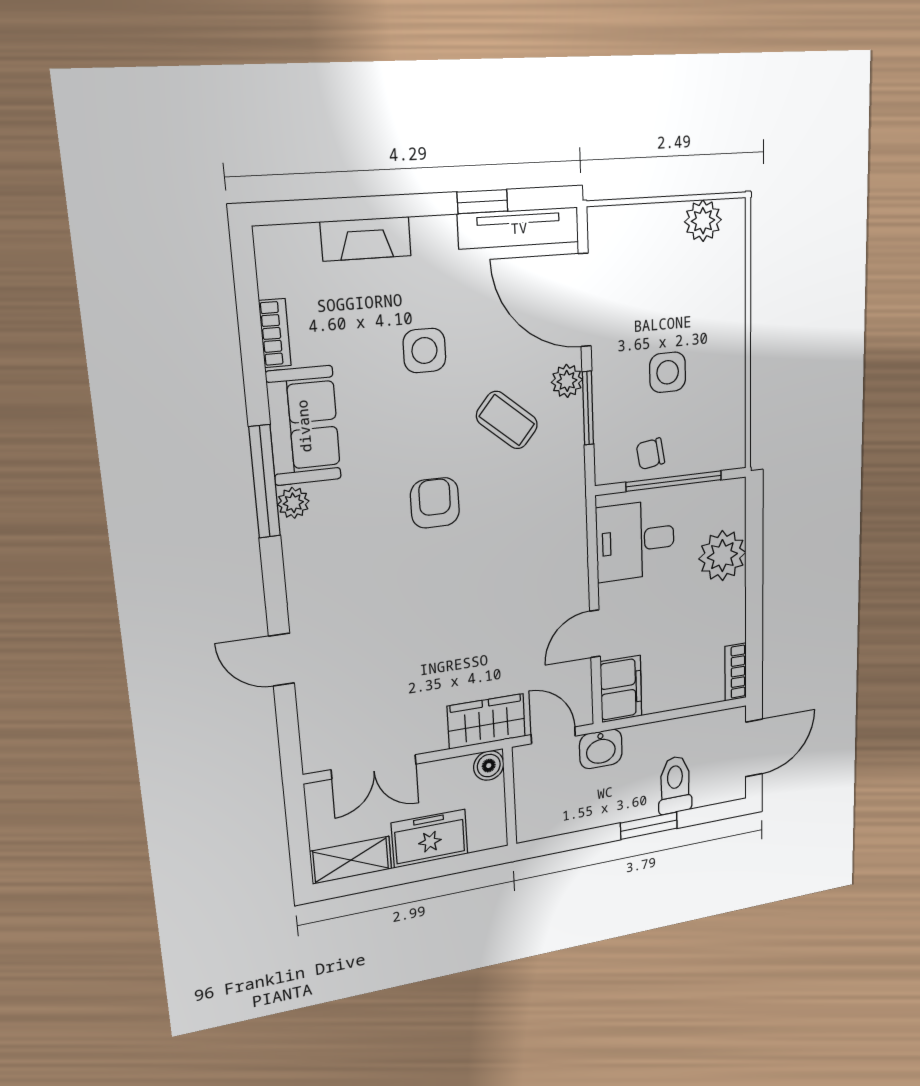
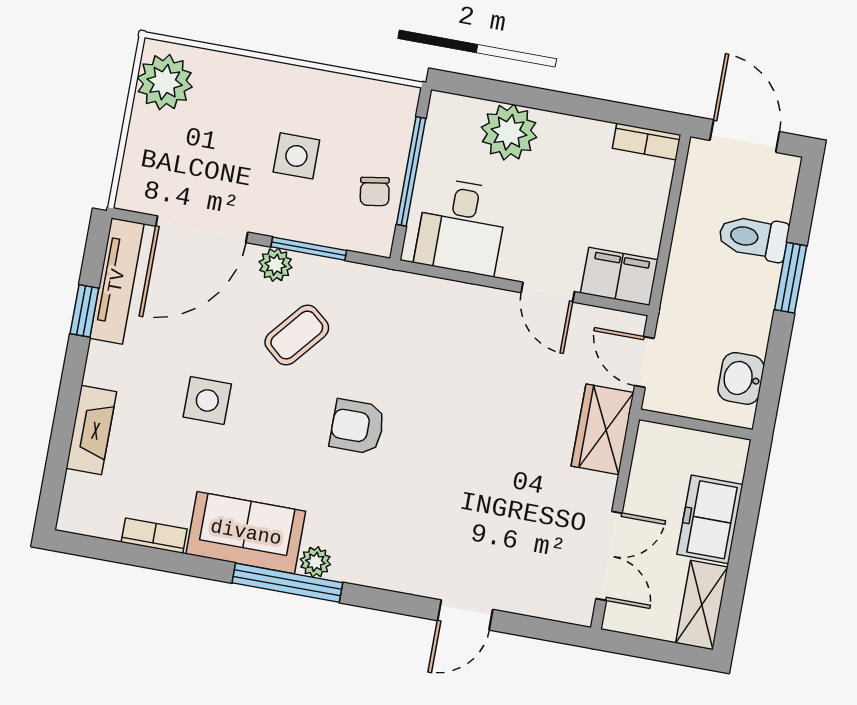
plant: (703, 221) -> (165, 82), width x1.36, depth x1.36
door: (553, 735) -> (644, 362), hinge flipped
washbasin: (601, 749) -> (741, 378), moved, turned 180
boiler: (489, 766) -> (652, 438), removed

